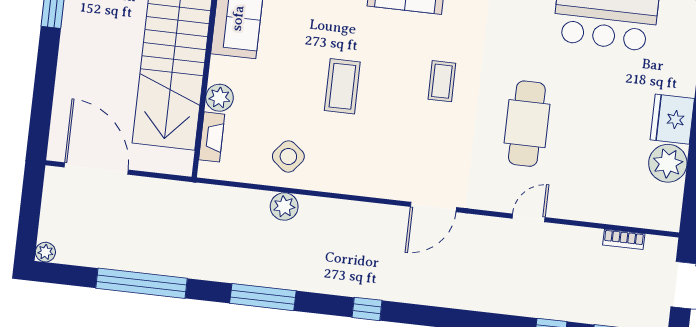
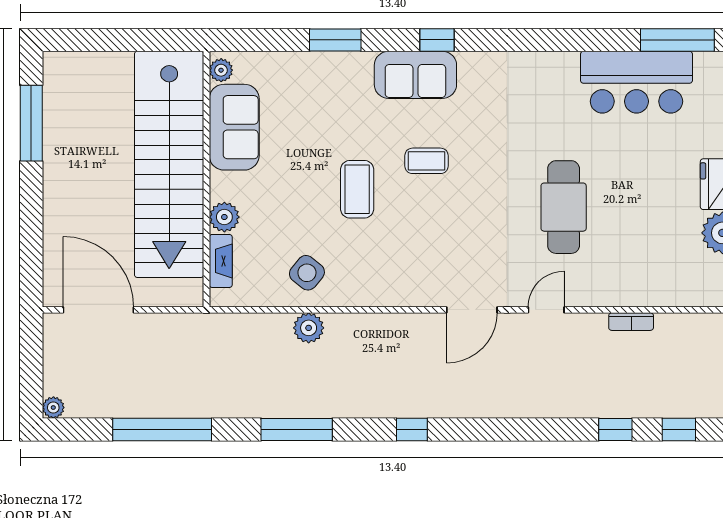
coffee table: (442, 81) -> (426, 161), moved, turned 90
door: (529, 218) -> (546, 310), moved
bookcase: (624, 239) -> (631, 322), moved

